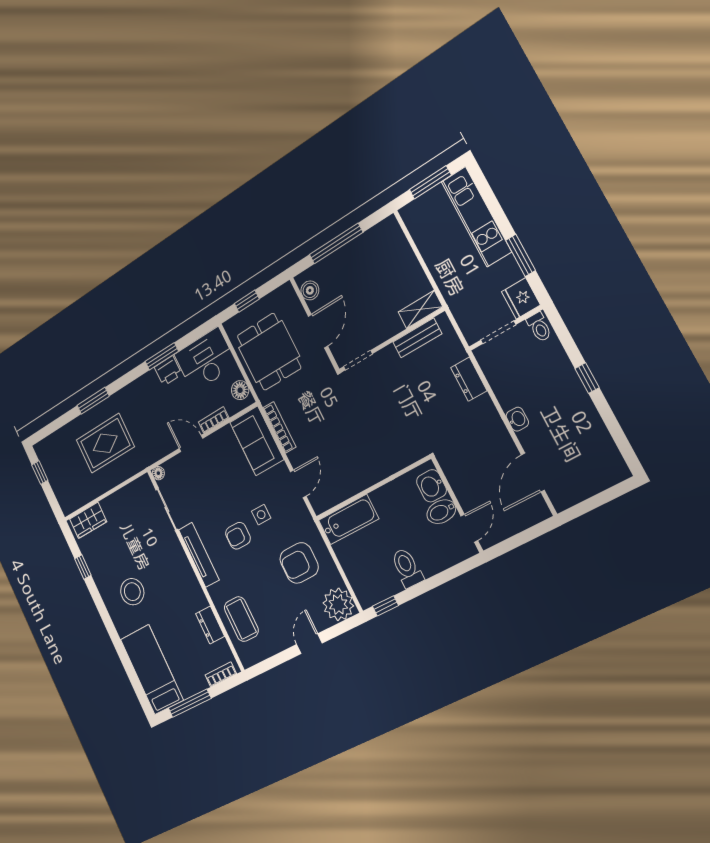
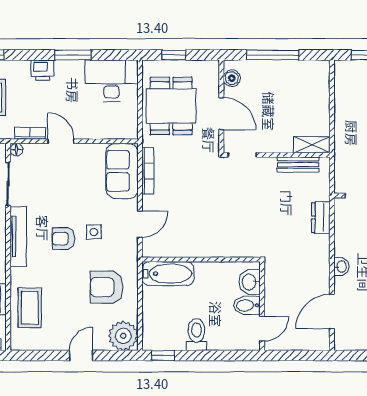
door: (318, 331) -> (221, 114), hinge flipped
printer: (168, 371) -> (43, 70), moved
floor lamp: (240, 390) -> (129, 122), removed
bookcase: (214, 420) -> (30, 133), moved

